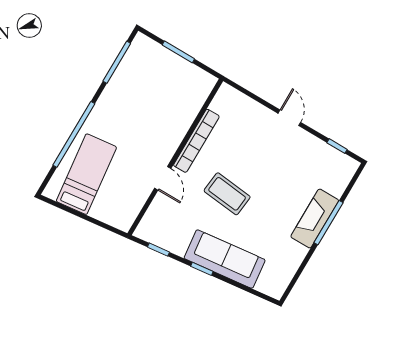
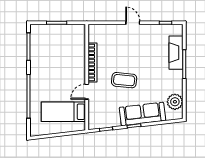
bed: (86, 174) -> (63, 112), moved, turned -83
door: (163, 178) -> (87, 92), swing flipped
fireplace: (315, 219) -> (176, 53), moved
plant: (282, 269) -> (175, 102), added

